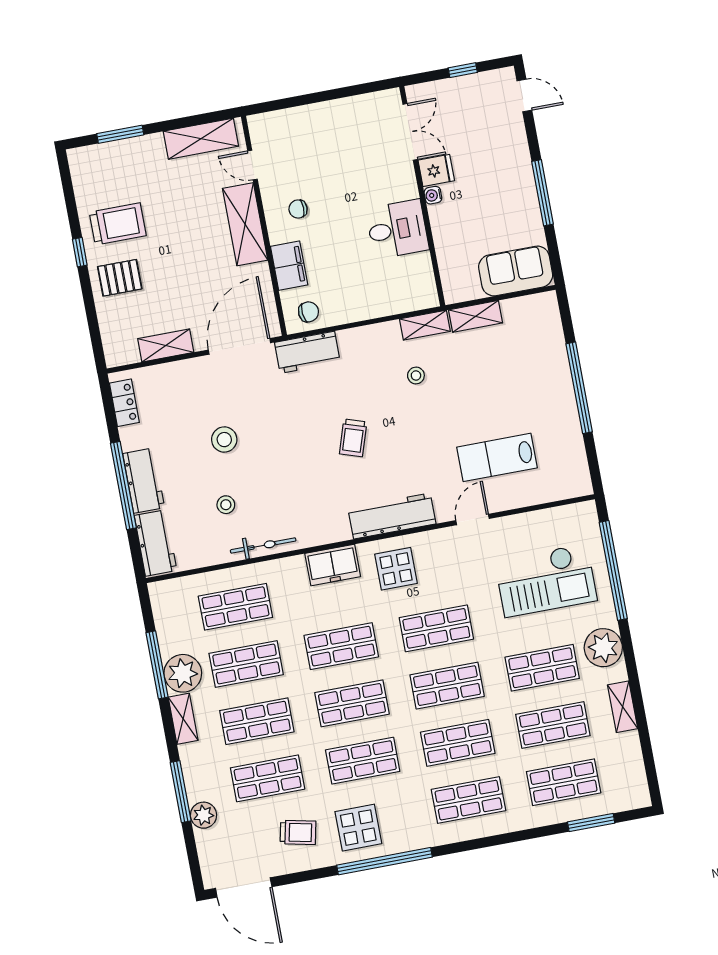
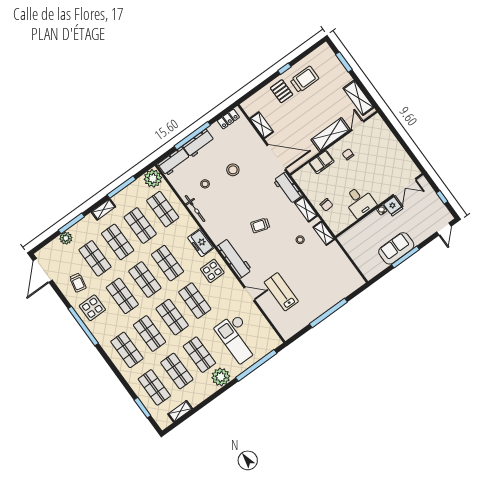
trolley: (118, 224) -> (304, 79), turned -90
sofa: (516, 271) -> (396, 248), moved, turned -90
chair: (308, 312) -> (326, 205), moved
shelving: (476, 316) -> (306, 209), moved
plant: (183, 673) -> (153, 178), moved
shelving: (623, 707) -> (180, 411), moved

